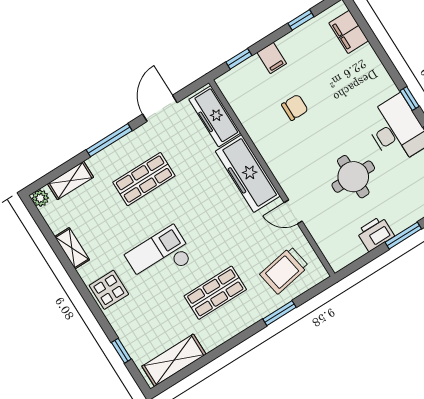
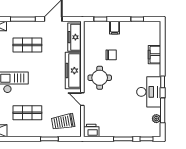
filing cabinet: (349, 32) -> (154, 55), moved
round table: (353, 177) -> (100, 78), moved
printer: (375, 234) -> (91, 130), moved

